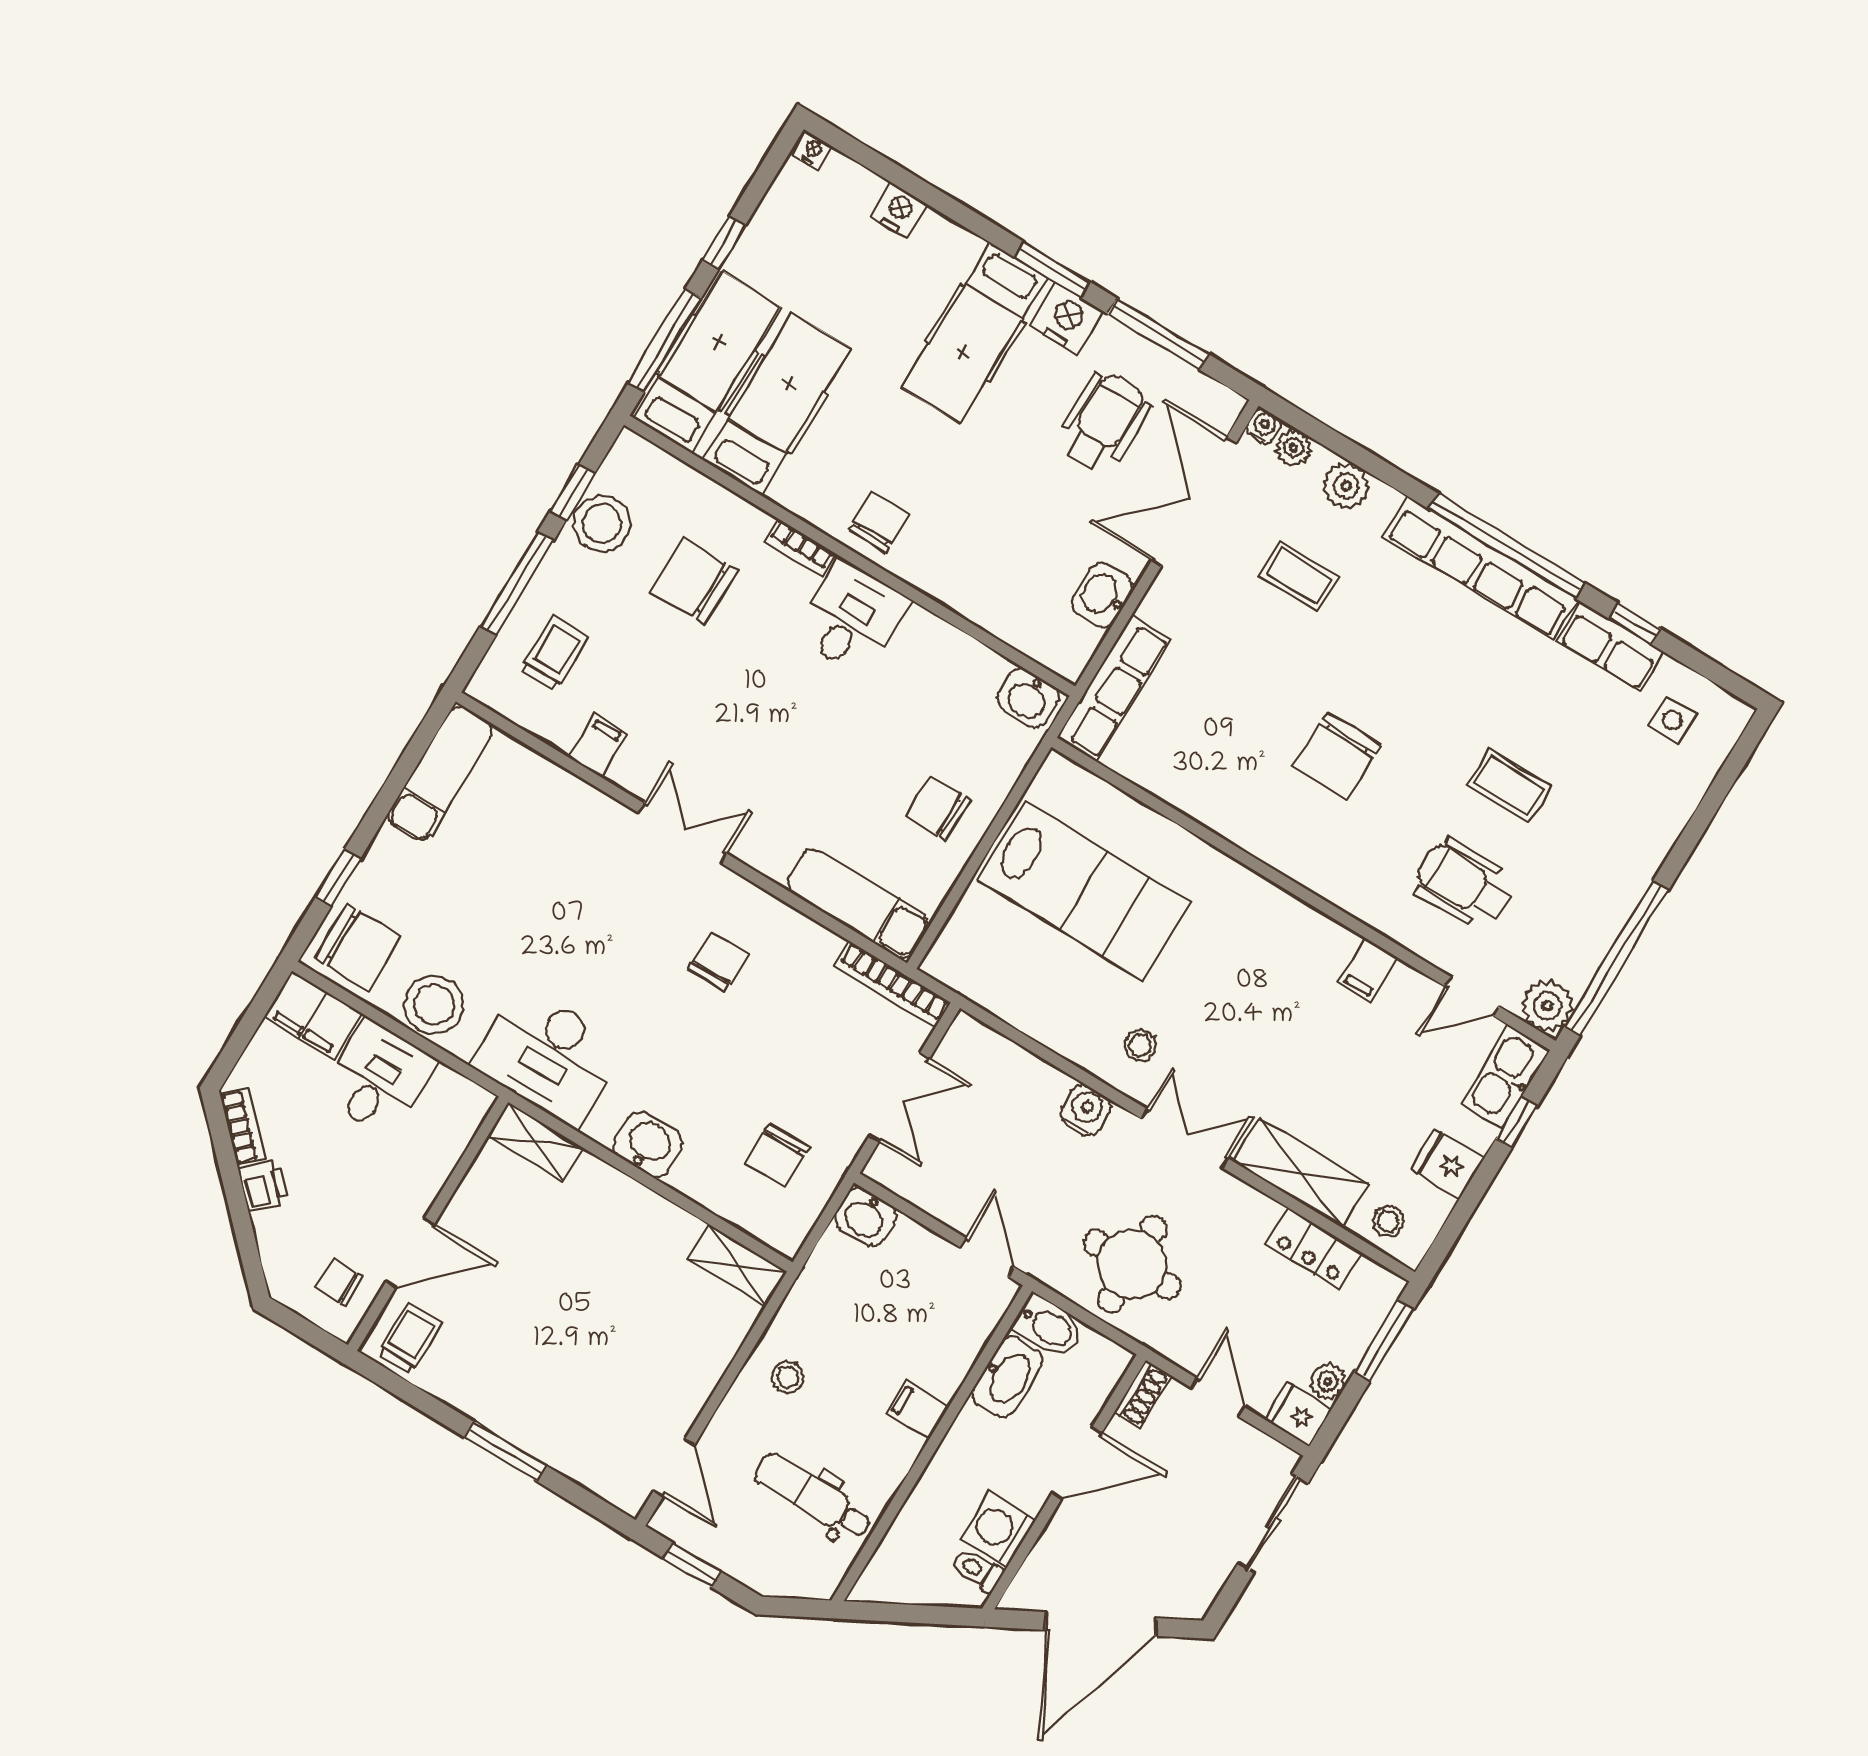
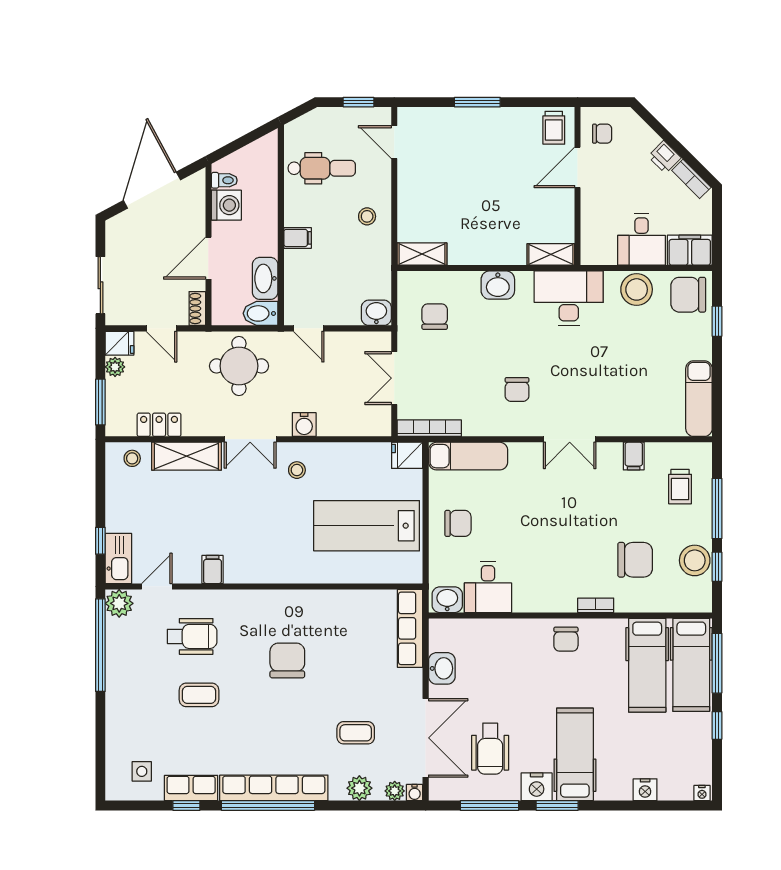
desk: (851, 618) -> (488, 587), moved
fridge: (1448, 1164) -> (407, 455), moved, turned 180

